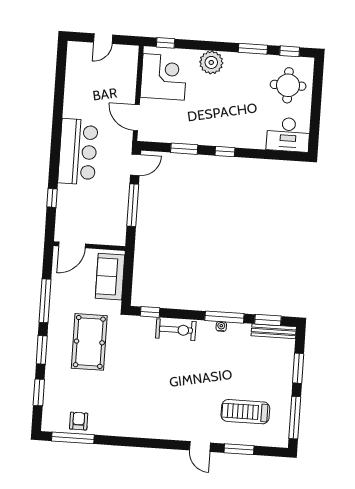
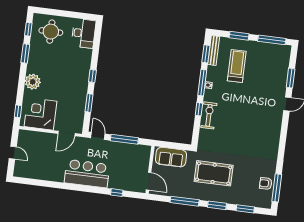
window: (150, 312) -> (199, 109), moved
treadmill: (245, 412) -> (237, 66), moved, turned 180

